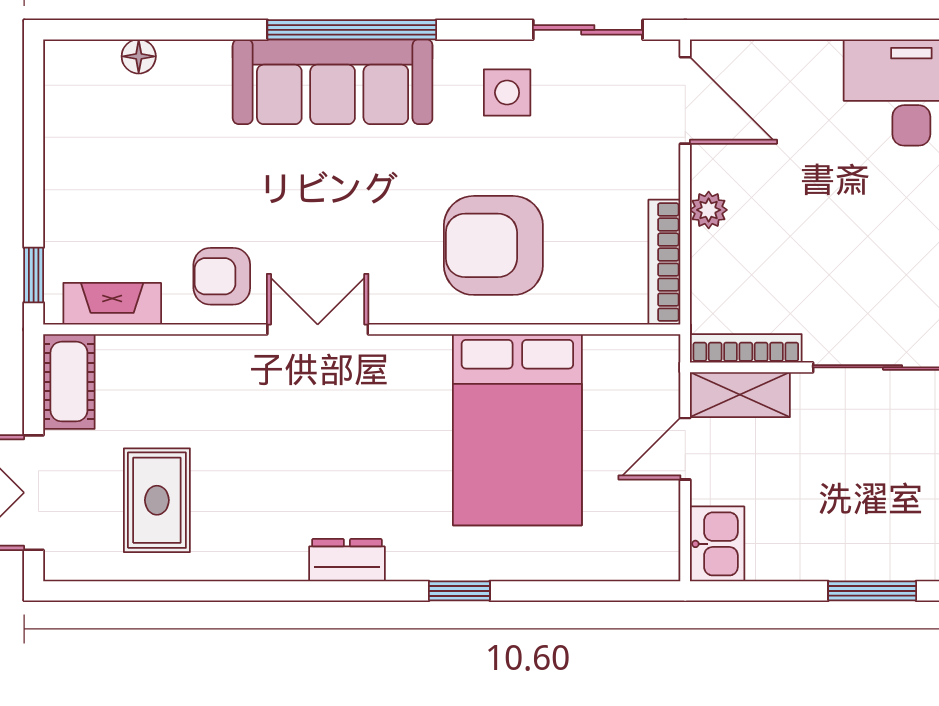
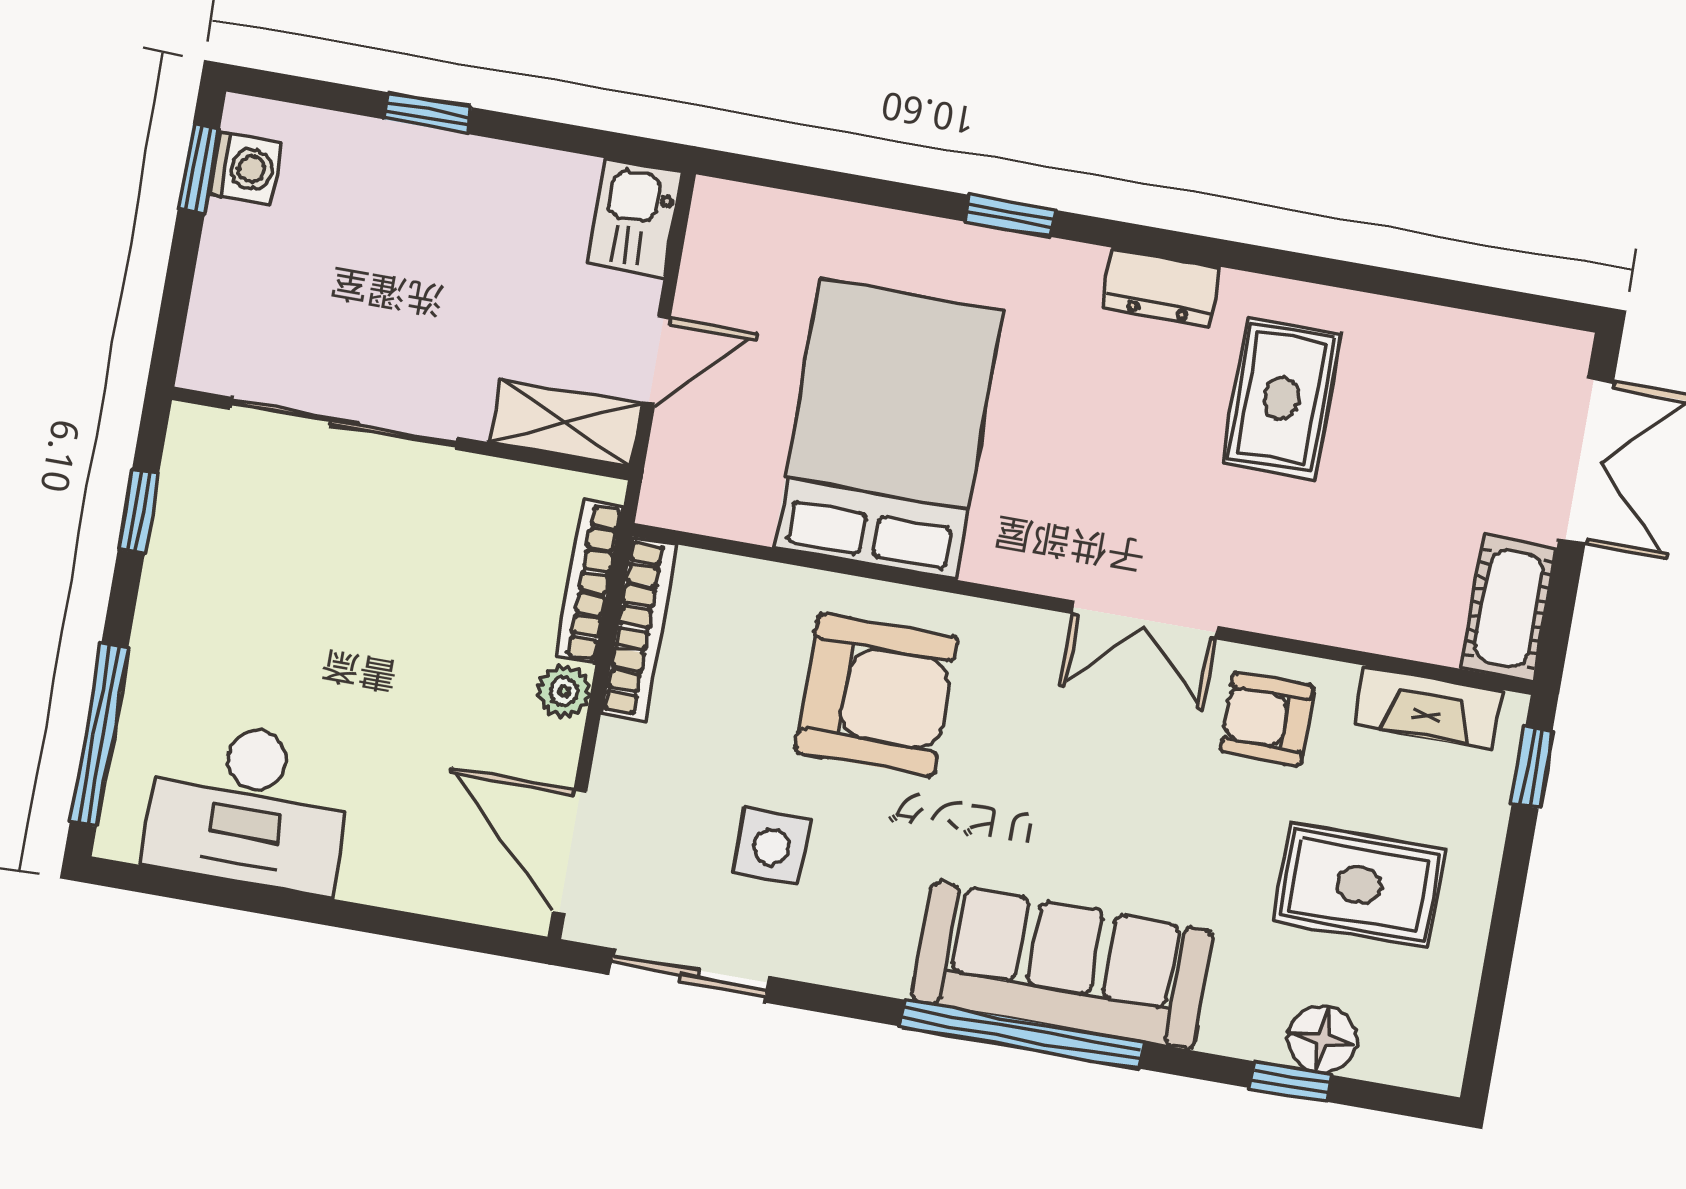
window: (161, 30) -> (1291, 1082), added
floor lamp: (139, 56) -> (1322, 1039), width x1.37, depth x1.37
side table: (507, 93) -> (771, 846), moved
rug: (139, 173) -> (1359, 885), added
armchair: (222, 276) -> (1267, 719), turned 180
bookcase: (746, 348) -> (589, 582), moved, turned 90
rug: (157, 500) -> (1281, 398), moved
window: (872, 591) -> (428, 113), width x0.67

